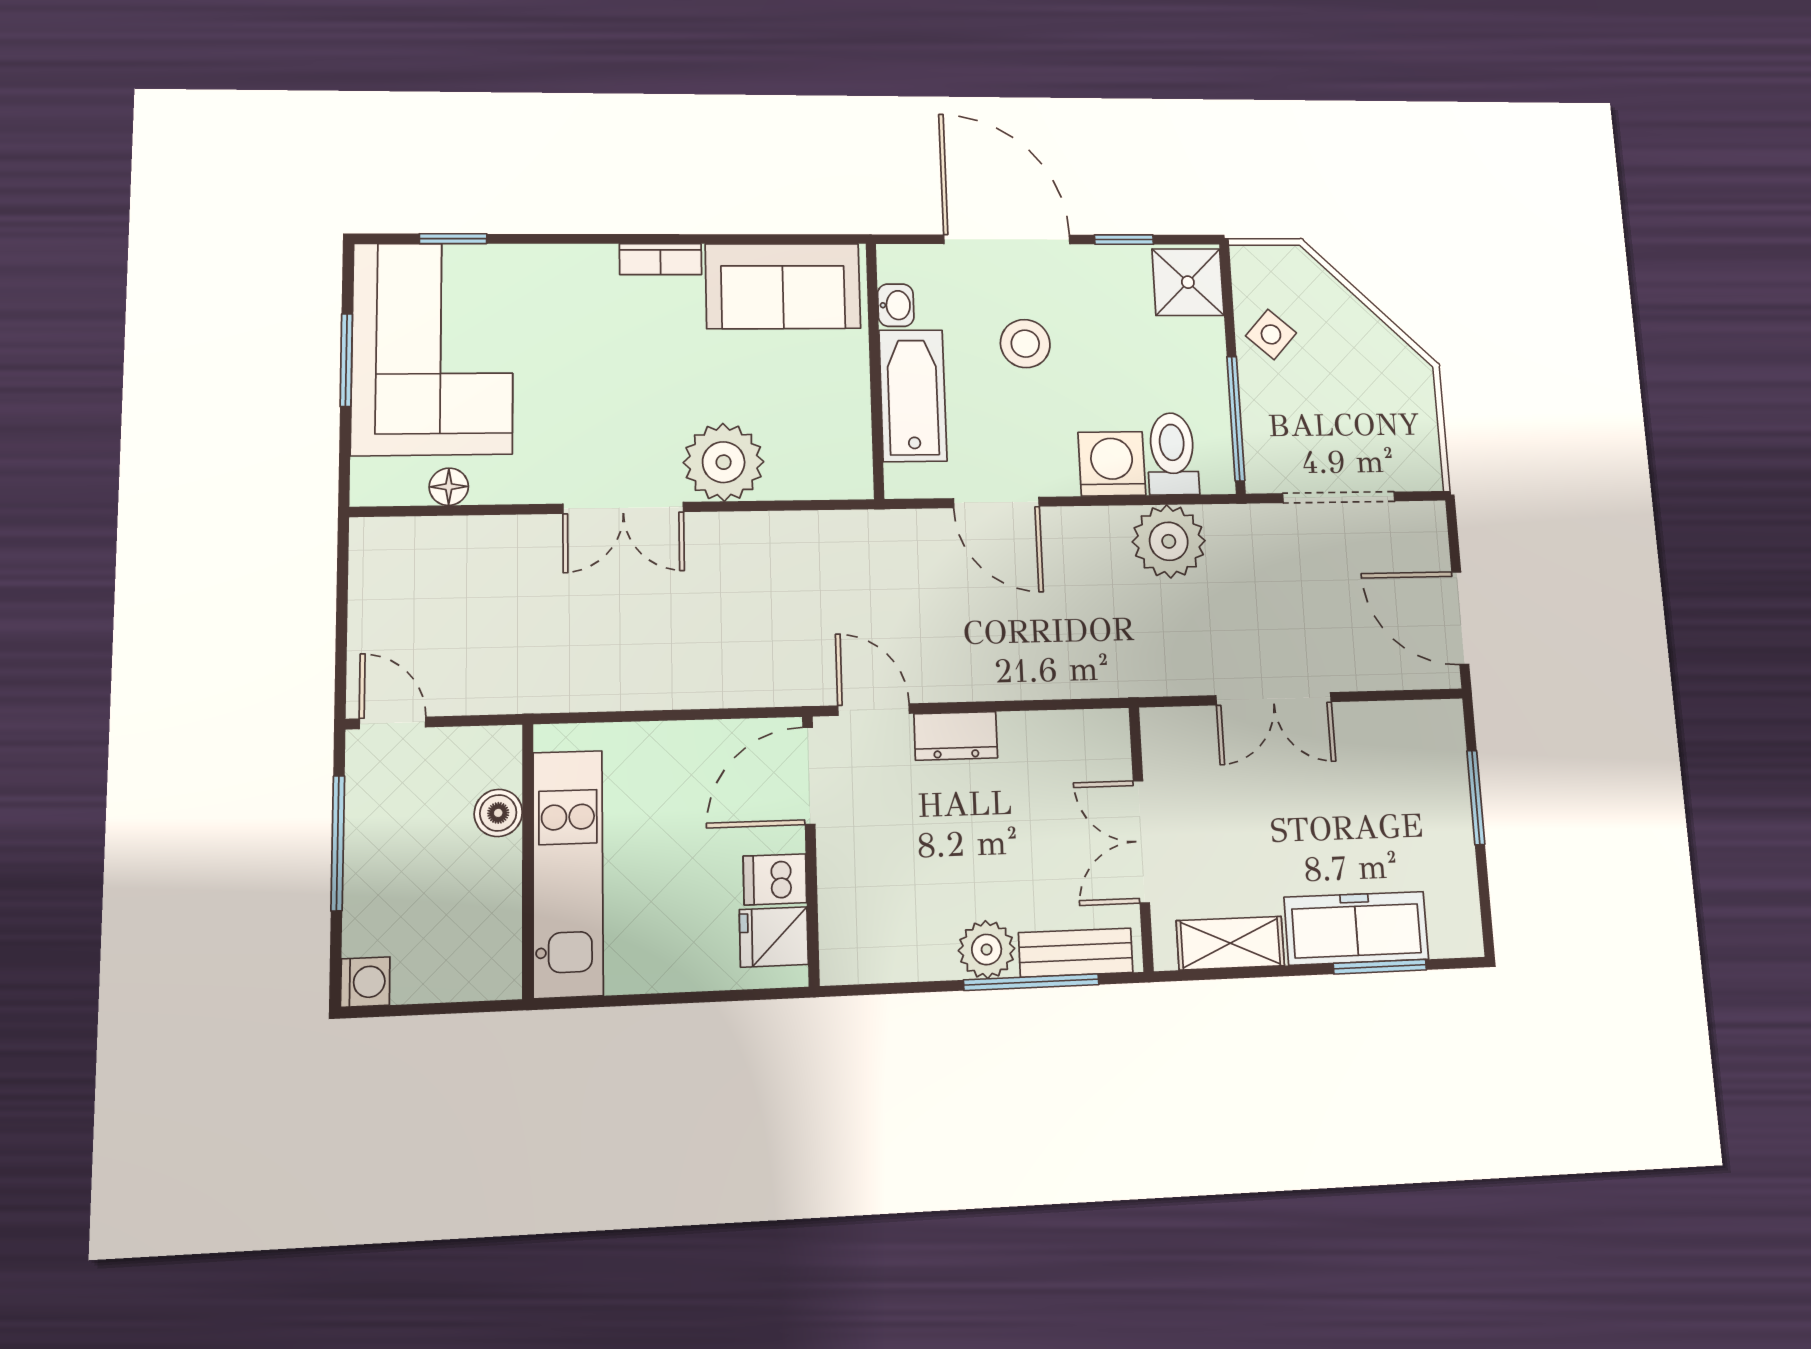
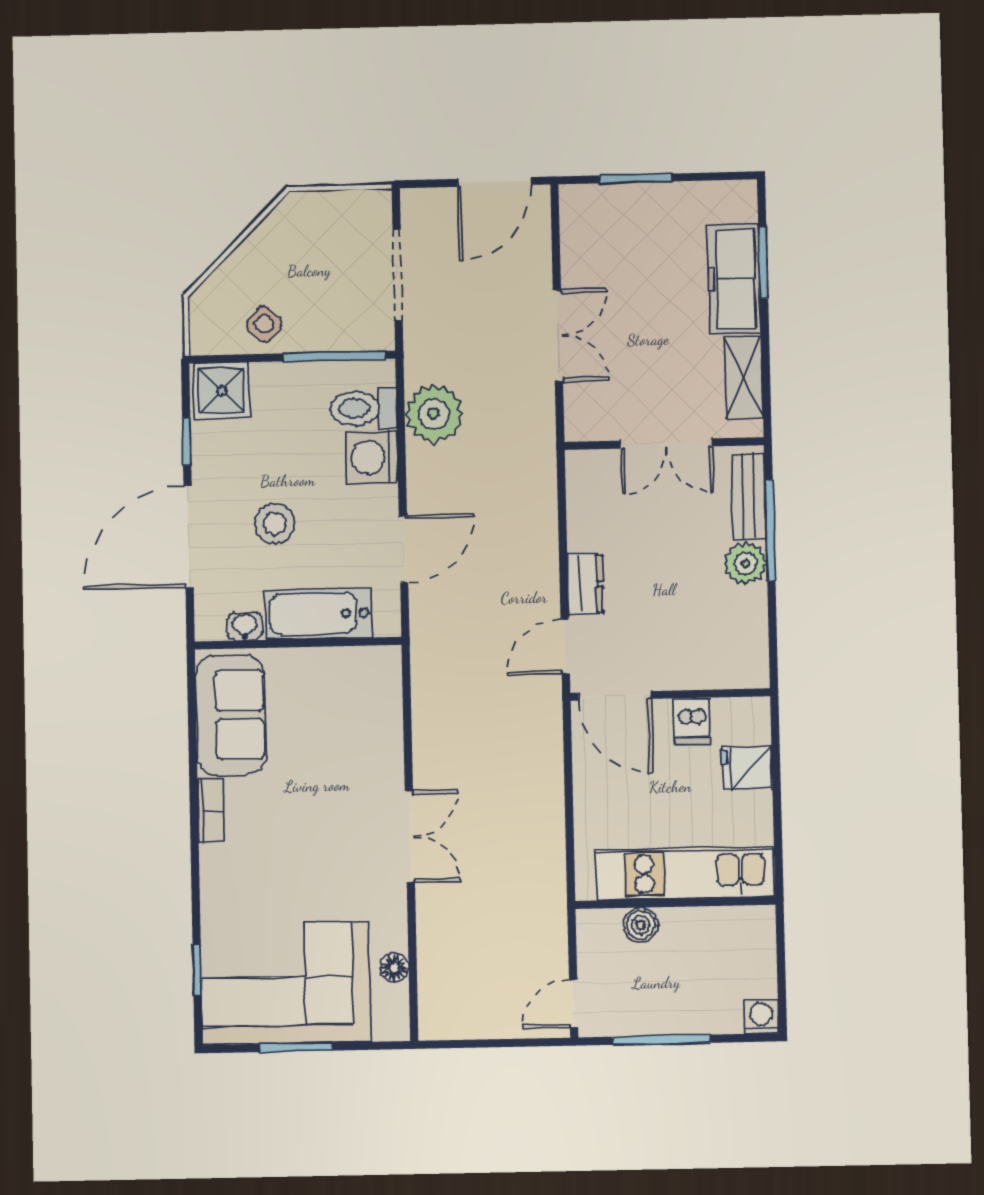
plant: (724, 462) -> (373, 761), removed
fridge: (774, 937) -> (747, 767), moved, turned 90

